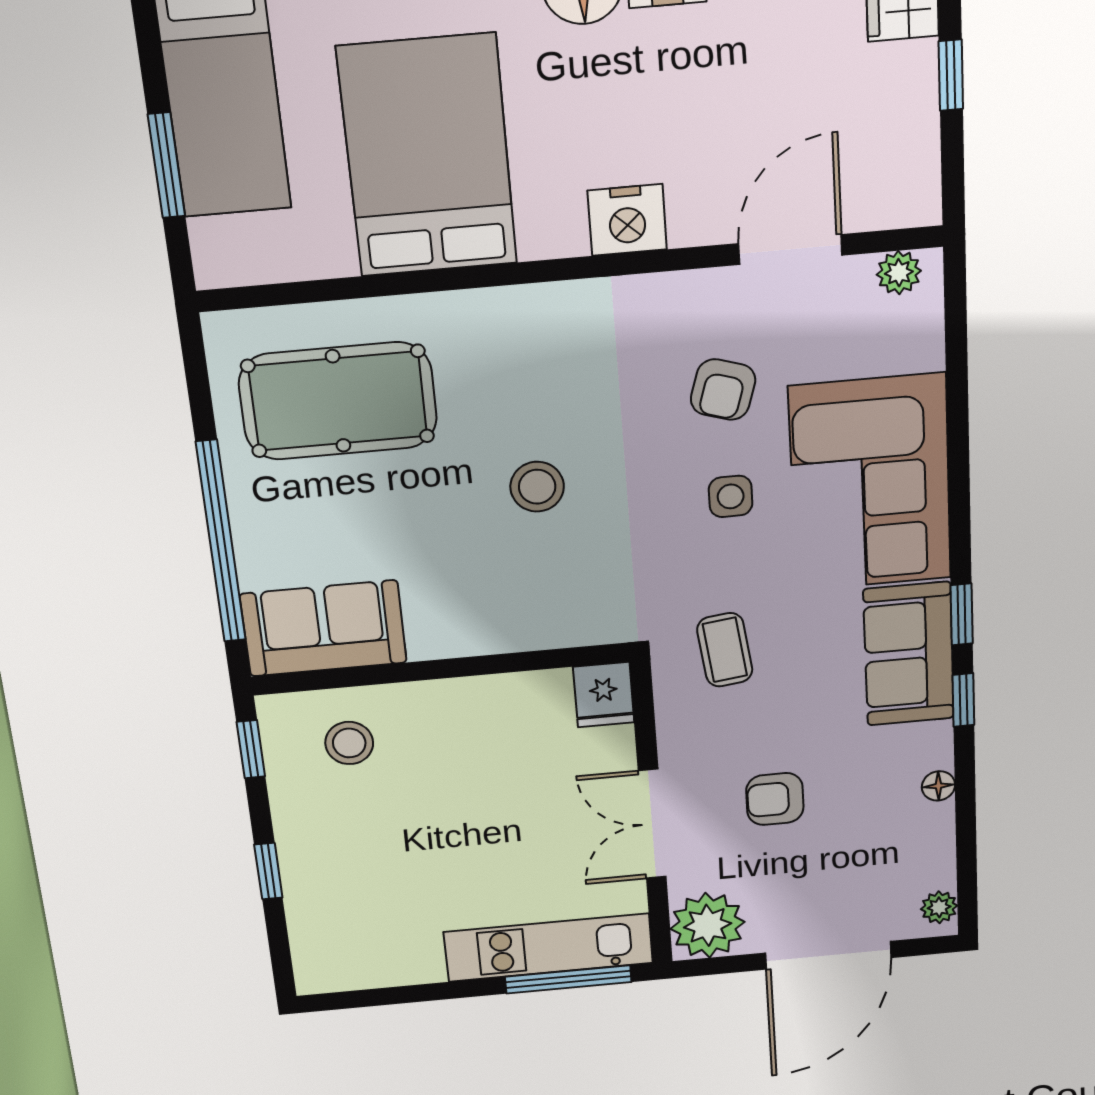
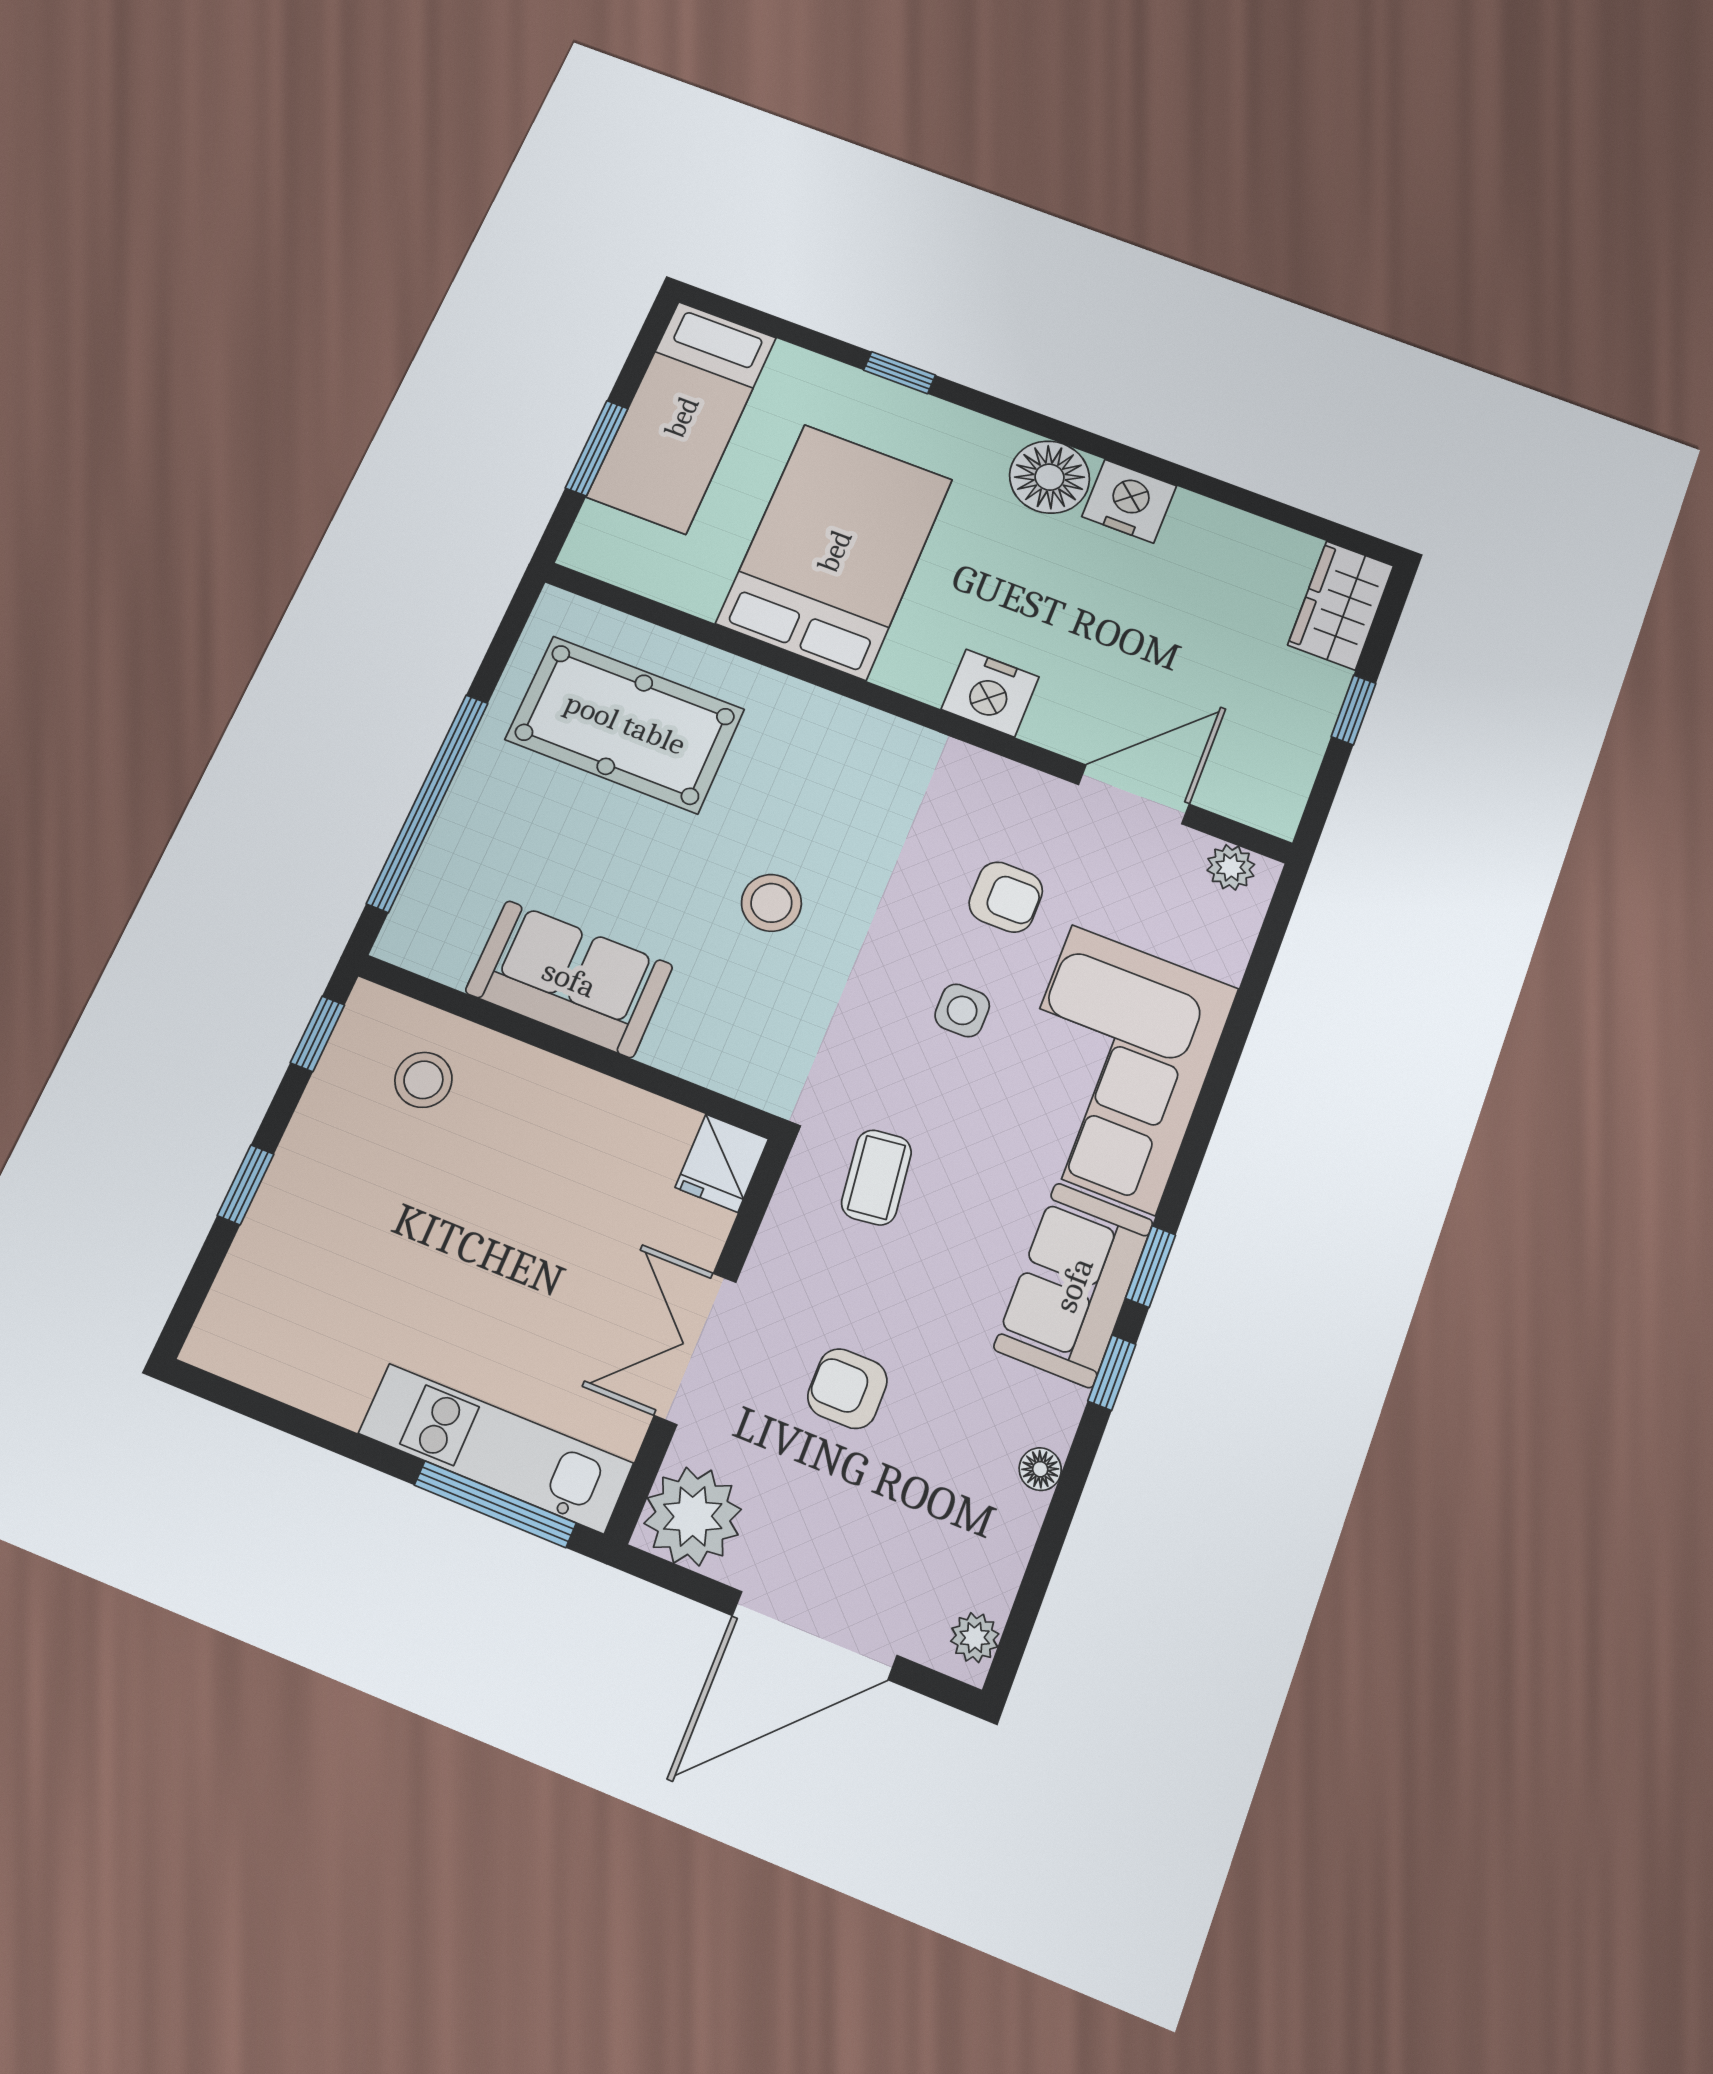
armchair: (723, 390) -> (1006, 897), turned -107
sofa: (324, 628) -> (569, 979), moved

